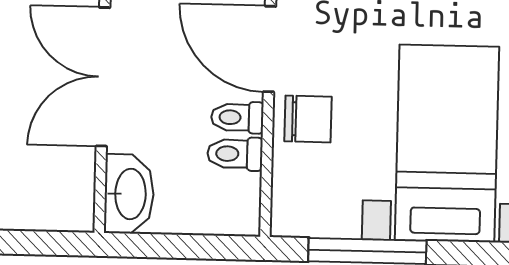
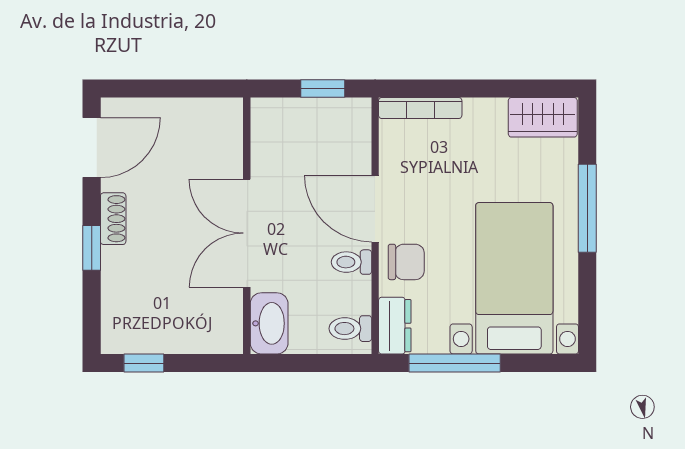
toilet: (235, 154) -> (350, 329), moved
dresser: (291, 201) -> (395, 326), added

